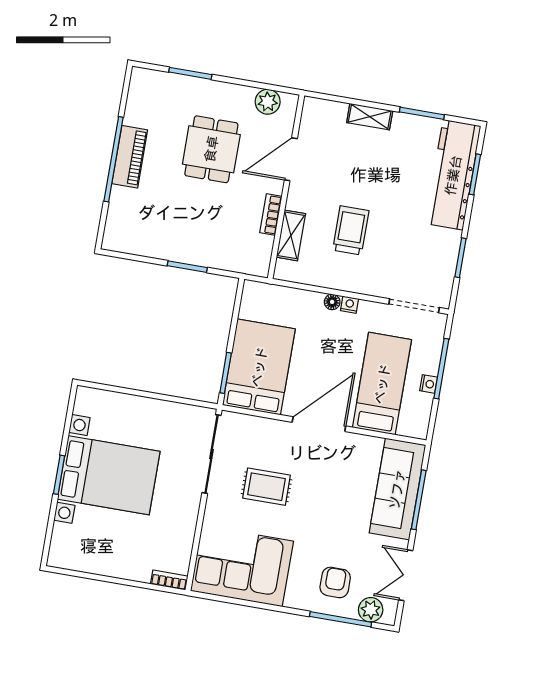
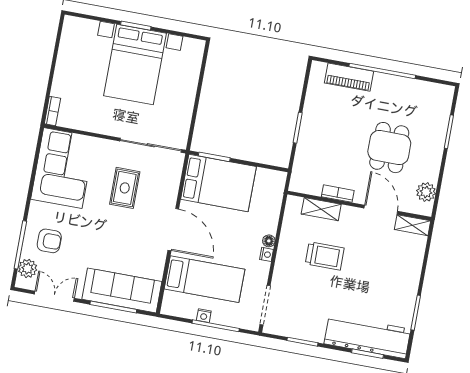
shelving: (370, 117) -> (413, 225), moved, turned 90
dining table: (211, 149) -> (389, 148), turned 90
piano: (130, 157) -> (349, 77), moved

